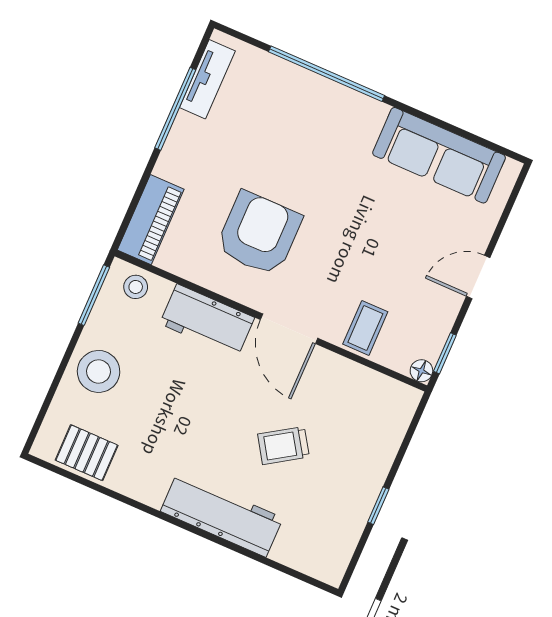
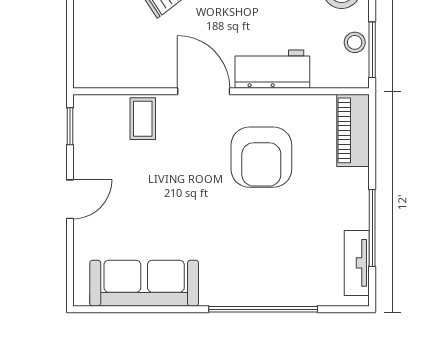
stool: (136, 287) -> (355, 42), moved
floor lamp: (421, 371) -> (83, 104), removed

